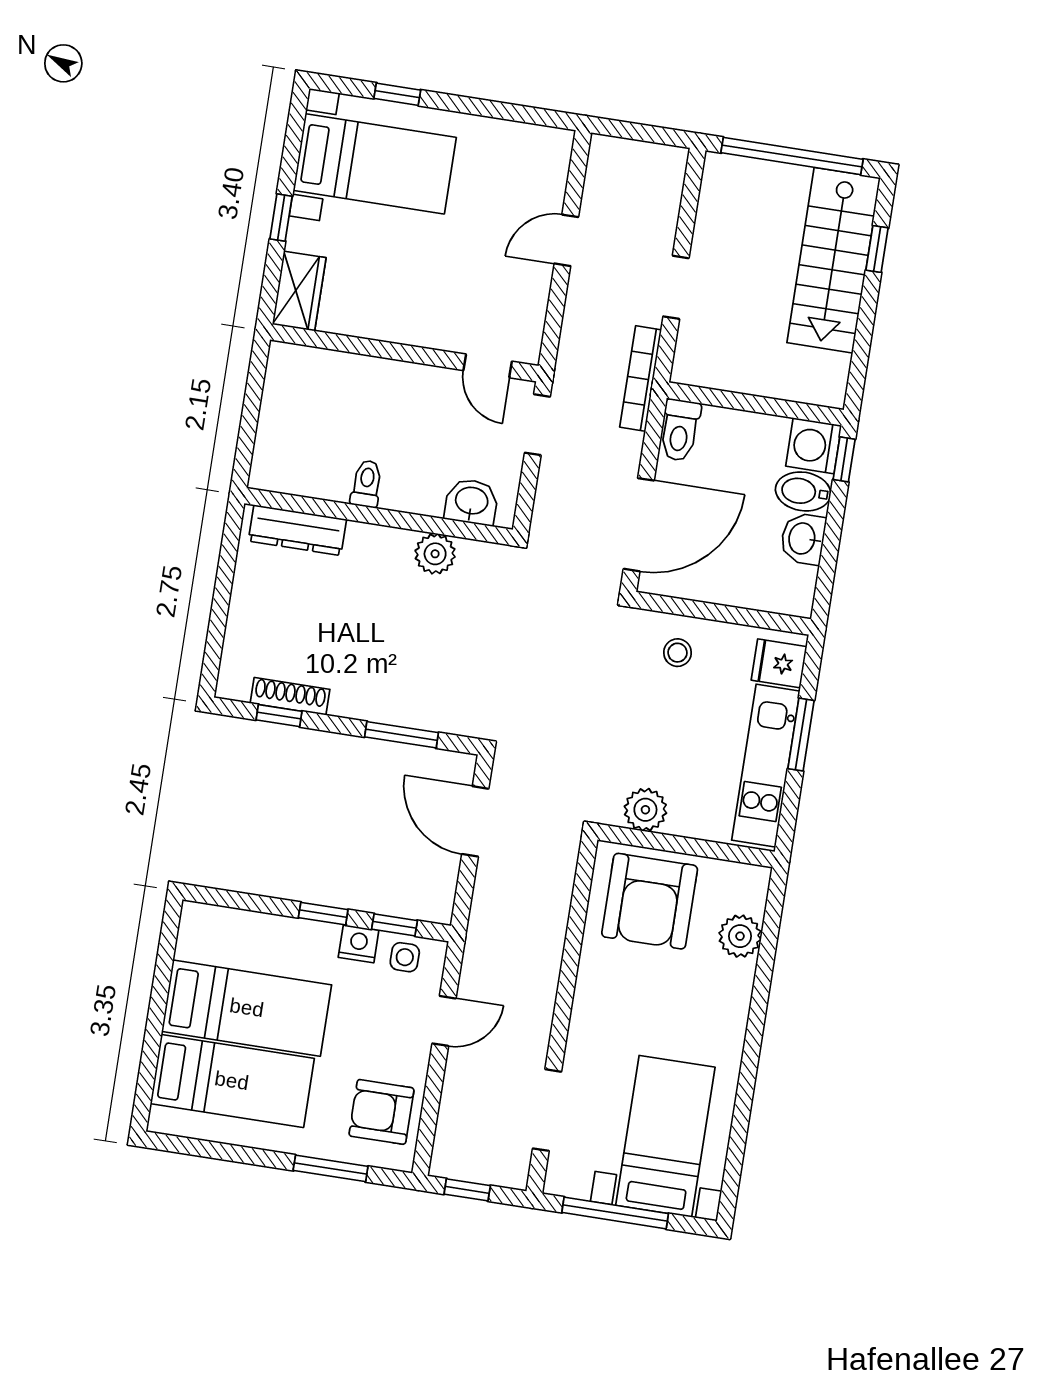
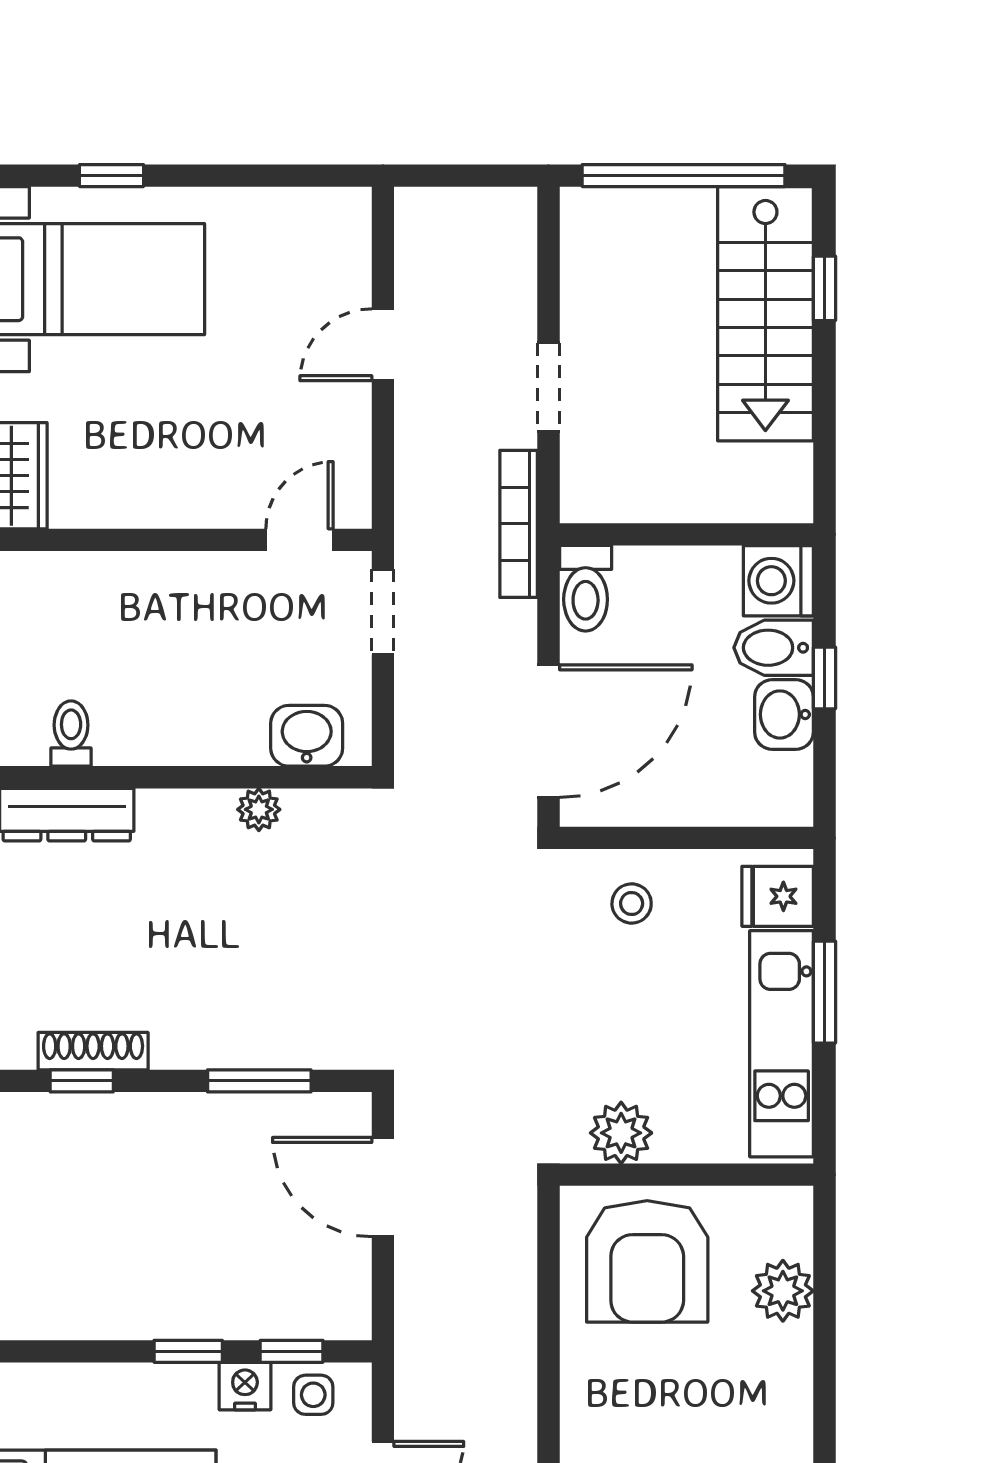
door: (488, 366) -> (299, 540), swing flipped
window: (844, 459) -> (824, 678), moved
toilet: (366, 484) -> (71, 734), moved
plant: (435, 554) -> (259, 809), width x0.73, depth x0.73

